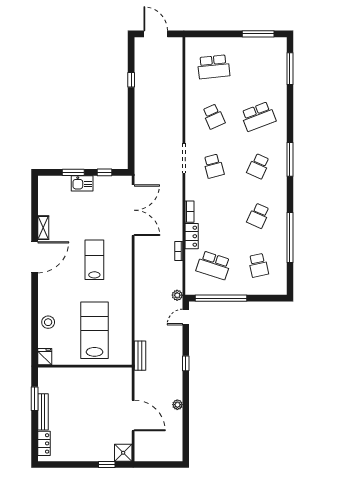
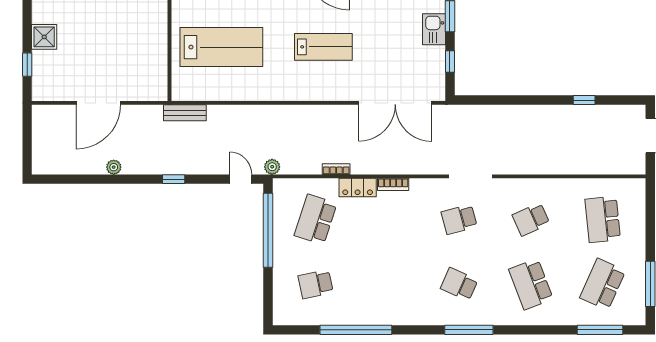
school desk: (258, 216) -> (603, 284), moved, width x1.85
shower: (123, 453) -> (44, 37), moved

